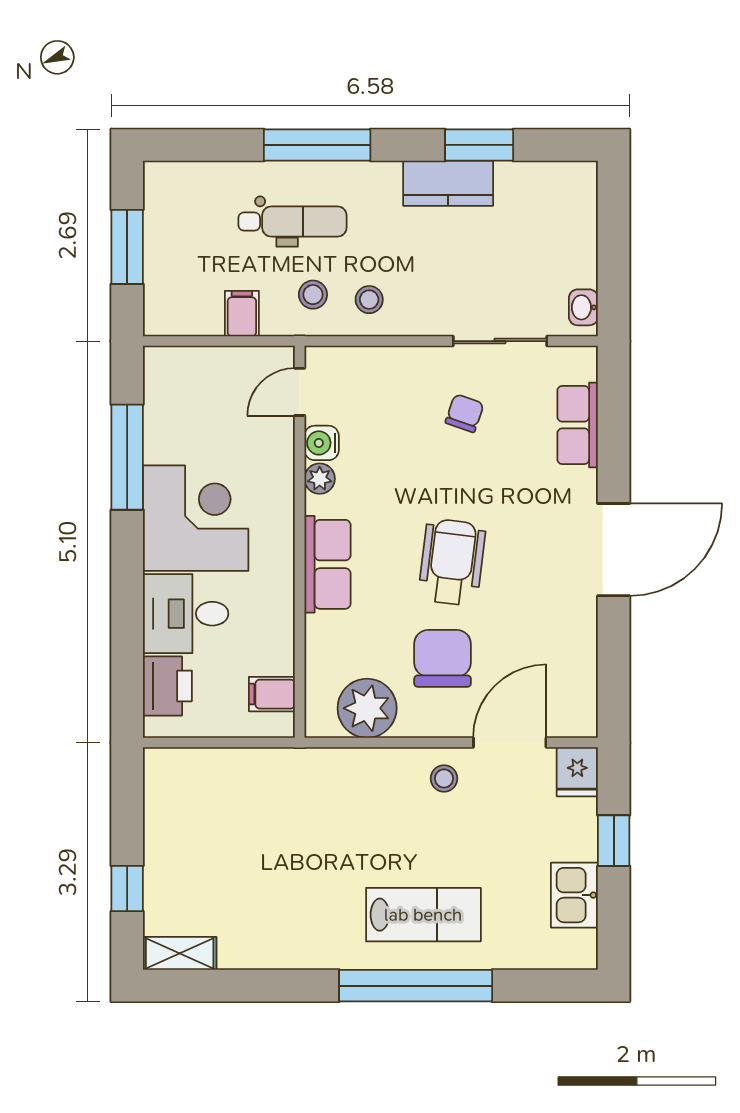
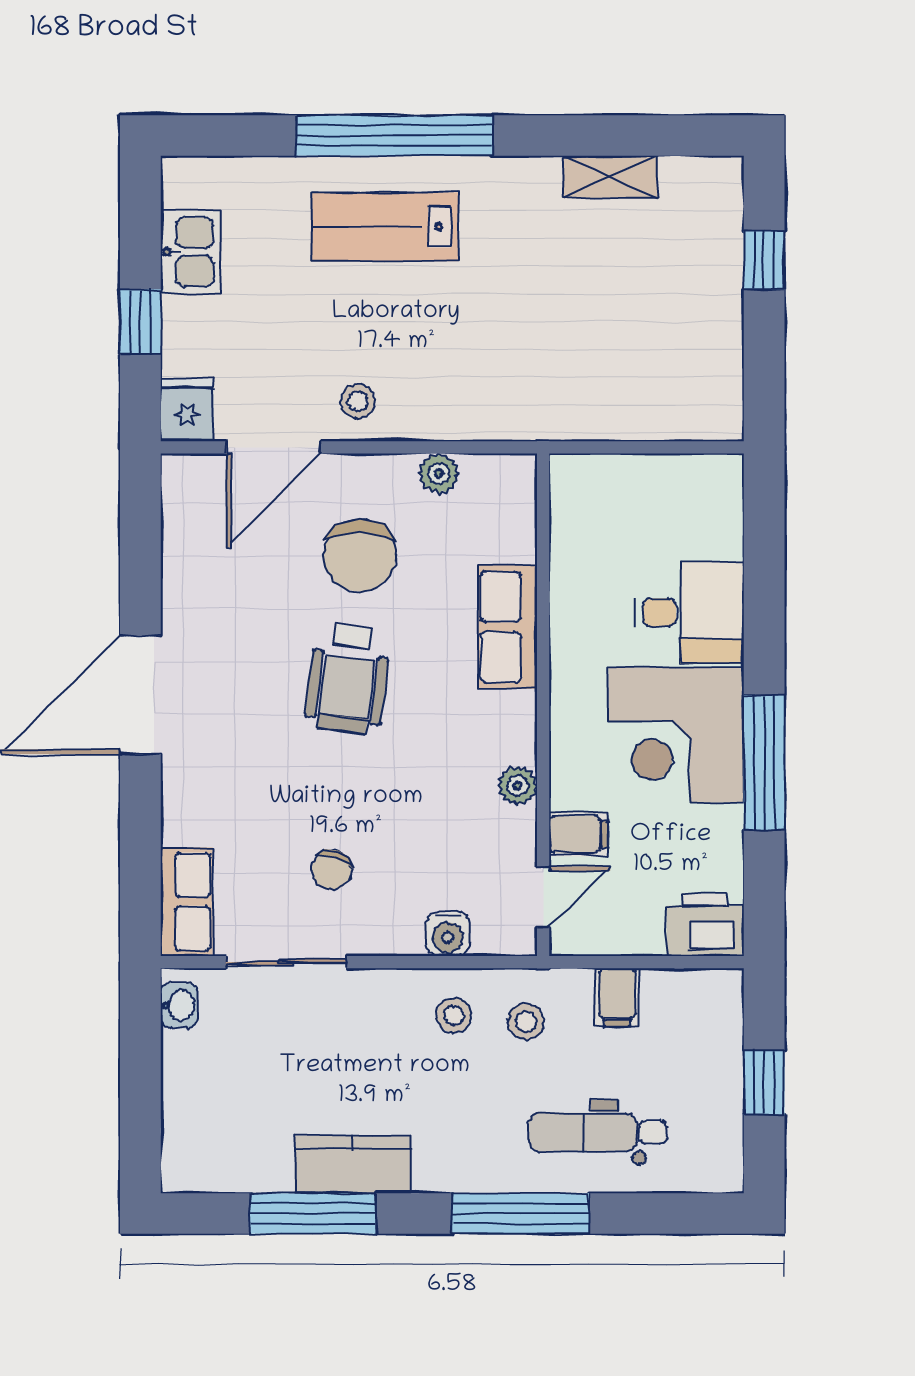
window: (479, 145) -> (313, 1213), width x1.44
dental chair: (293, 222) -> (598, 1132), moved
window: (127, 247) -> (764, 1083), width x0.67
row of seats: (578, 425) -> (187, 902), moved
water cooler: (322, 443) -> (448, 934), moved, turned 90
window: (127, 457) -> (764, 763), moved
row of seats: (327, 564) -> (507, 627), moved
printer: (167, 686) -> (705, 925), moved, turned 90
filing cabinet: (272, 694) -> (579, 834), moved
plant: (367, 708) -> (439, 474), width x0.53, depth x0.53
shelving: (180, 953) -> (610, 177), moved

